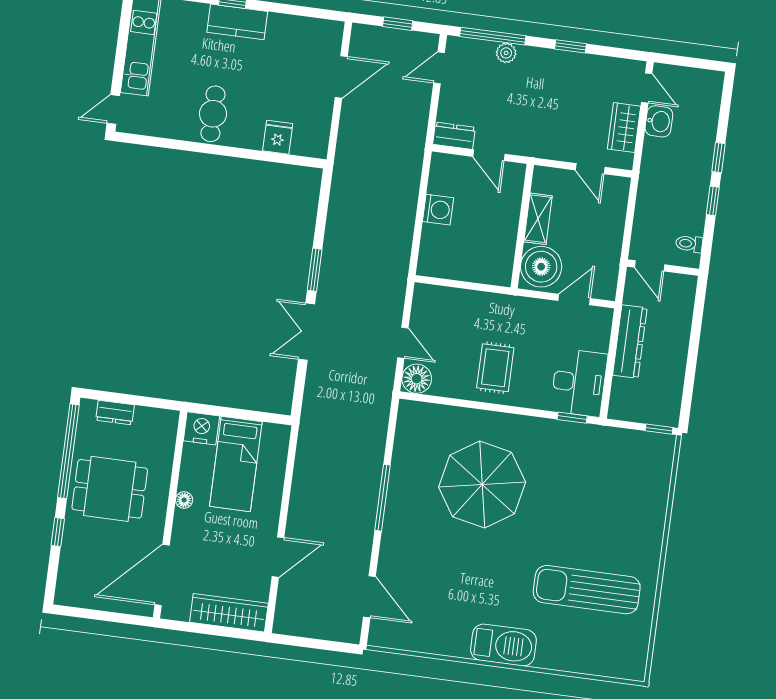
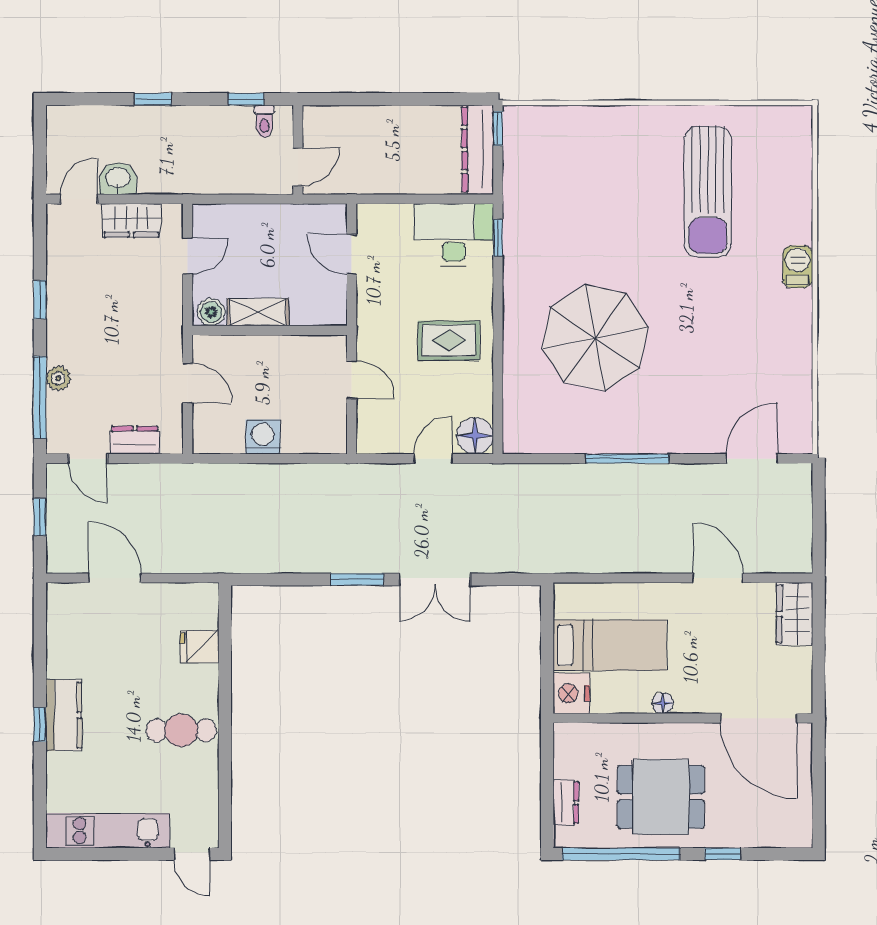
dresser: (454, 136) -> (135, 440), moved, turned 90
door: (489, 155) -> (188, 383), hinge flipped
window: (713, 201) -> (246, 99), moved
boiler: (541, 267) -> (211, 312), moved, width x0.54, depth x0.54
door: (474, 286) -> (352, 380), added
dresser: (630, 342) -> (478, 149), moved, turned -90
dining table: (110, 489) -> (661, 797), turned 90
wardrobe: (229, 613) -> (794, 614), width x0.67
barbecue: (503, 645) -> (798, 267), width x0.53, depth x0.65

